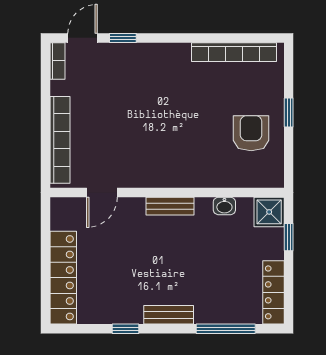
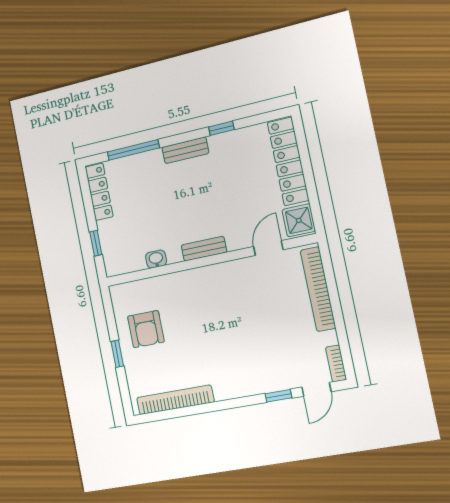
shower: (269, 212) -> (299, 220), moved

